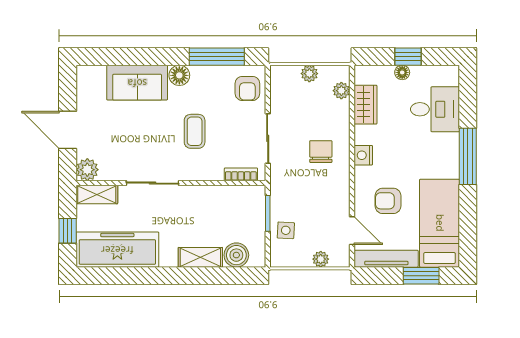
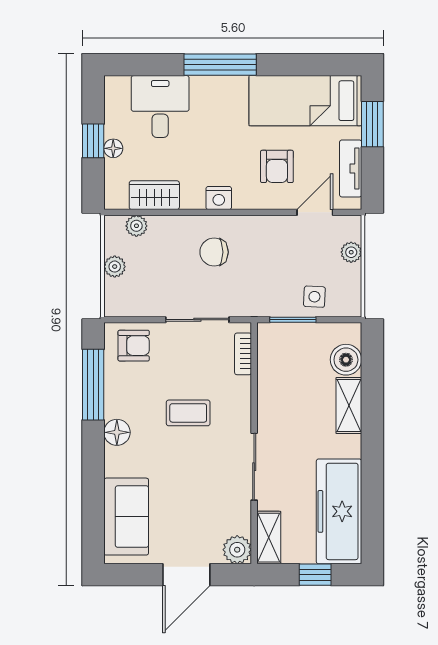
sofa: (137, 83) -> (126, 517), moved
tv unit: (386, 259) -> (351, 168), width x0.71

